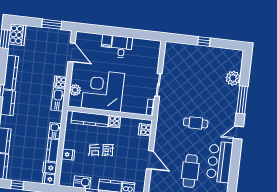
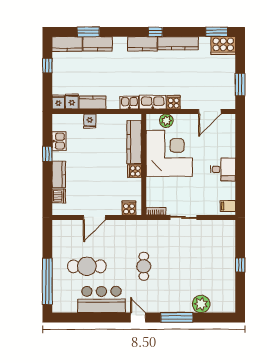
filing cabinet: (107, 41) -> (228, 206), moved
kitchen sink: (55, 131) -> (129, 103), moved

